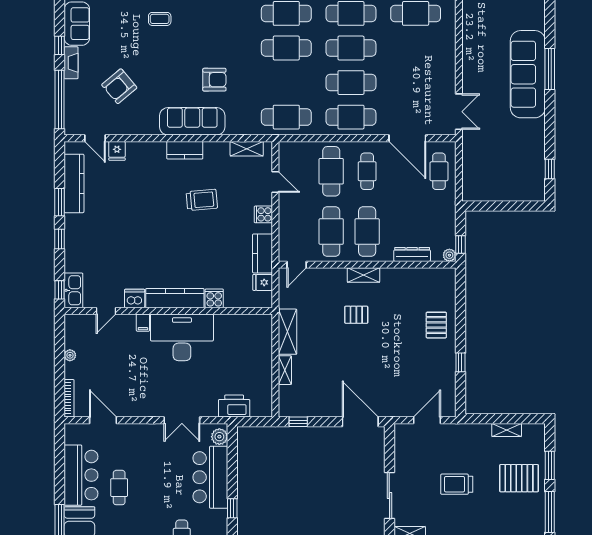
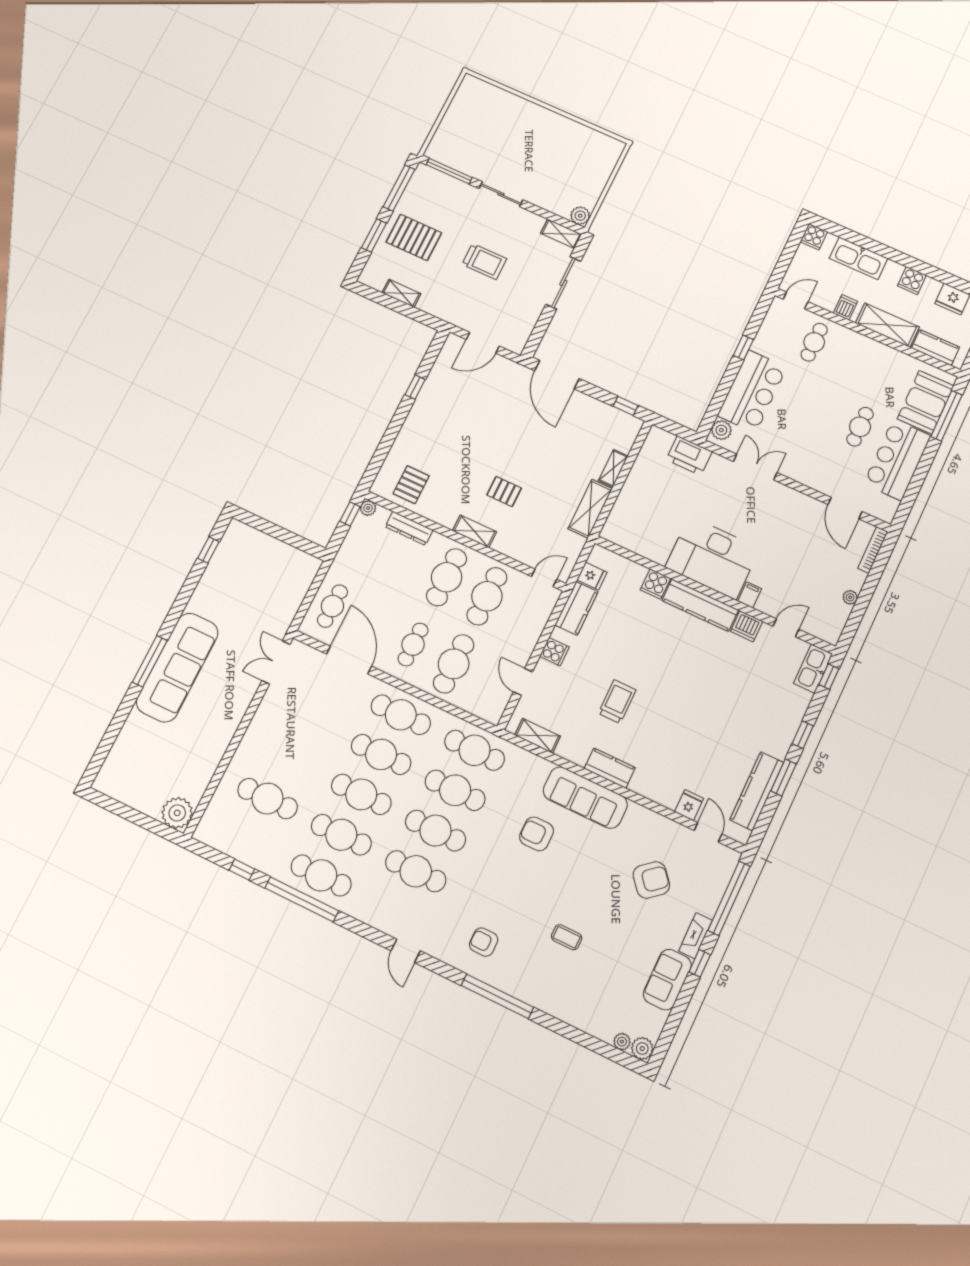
cafe table: (286, 83) -> (455, 790), added
trolley: (202, 200) -> (617, 702), turned 95
pallet: (436, 325) -> (411, 485), moved

